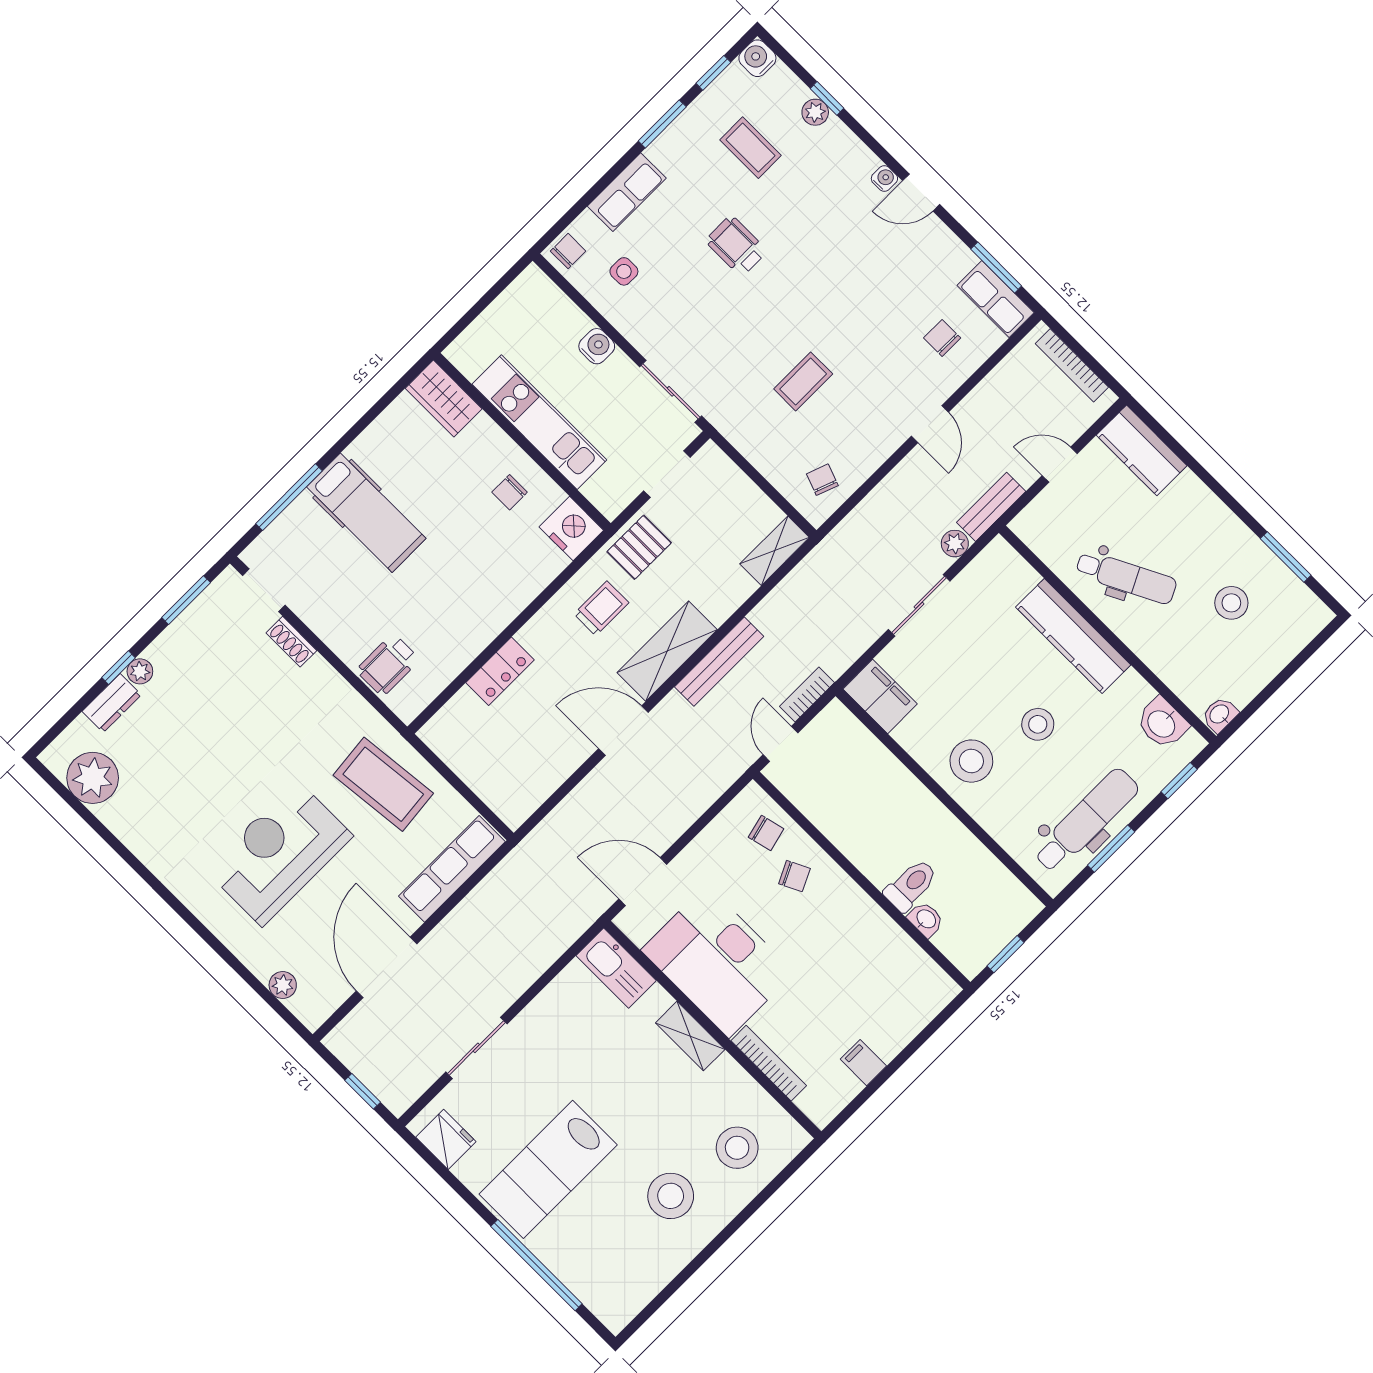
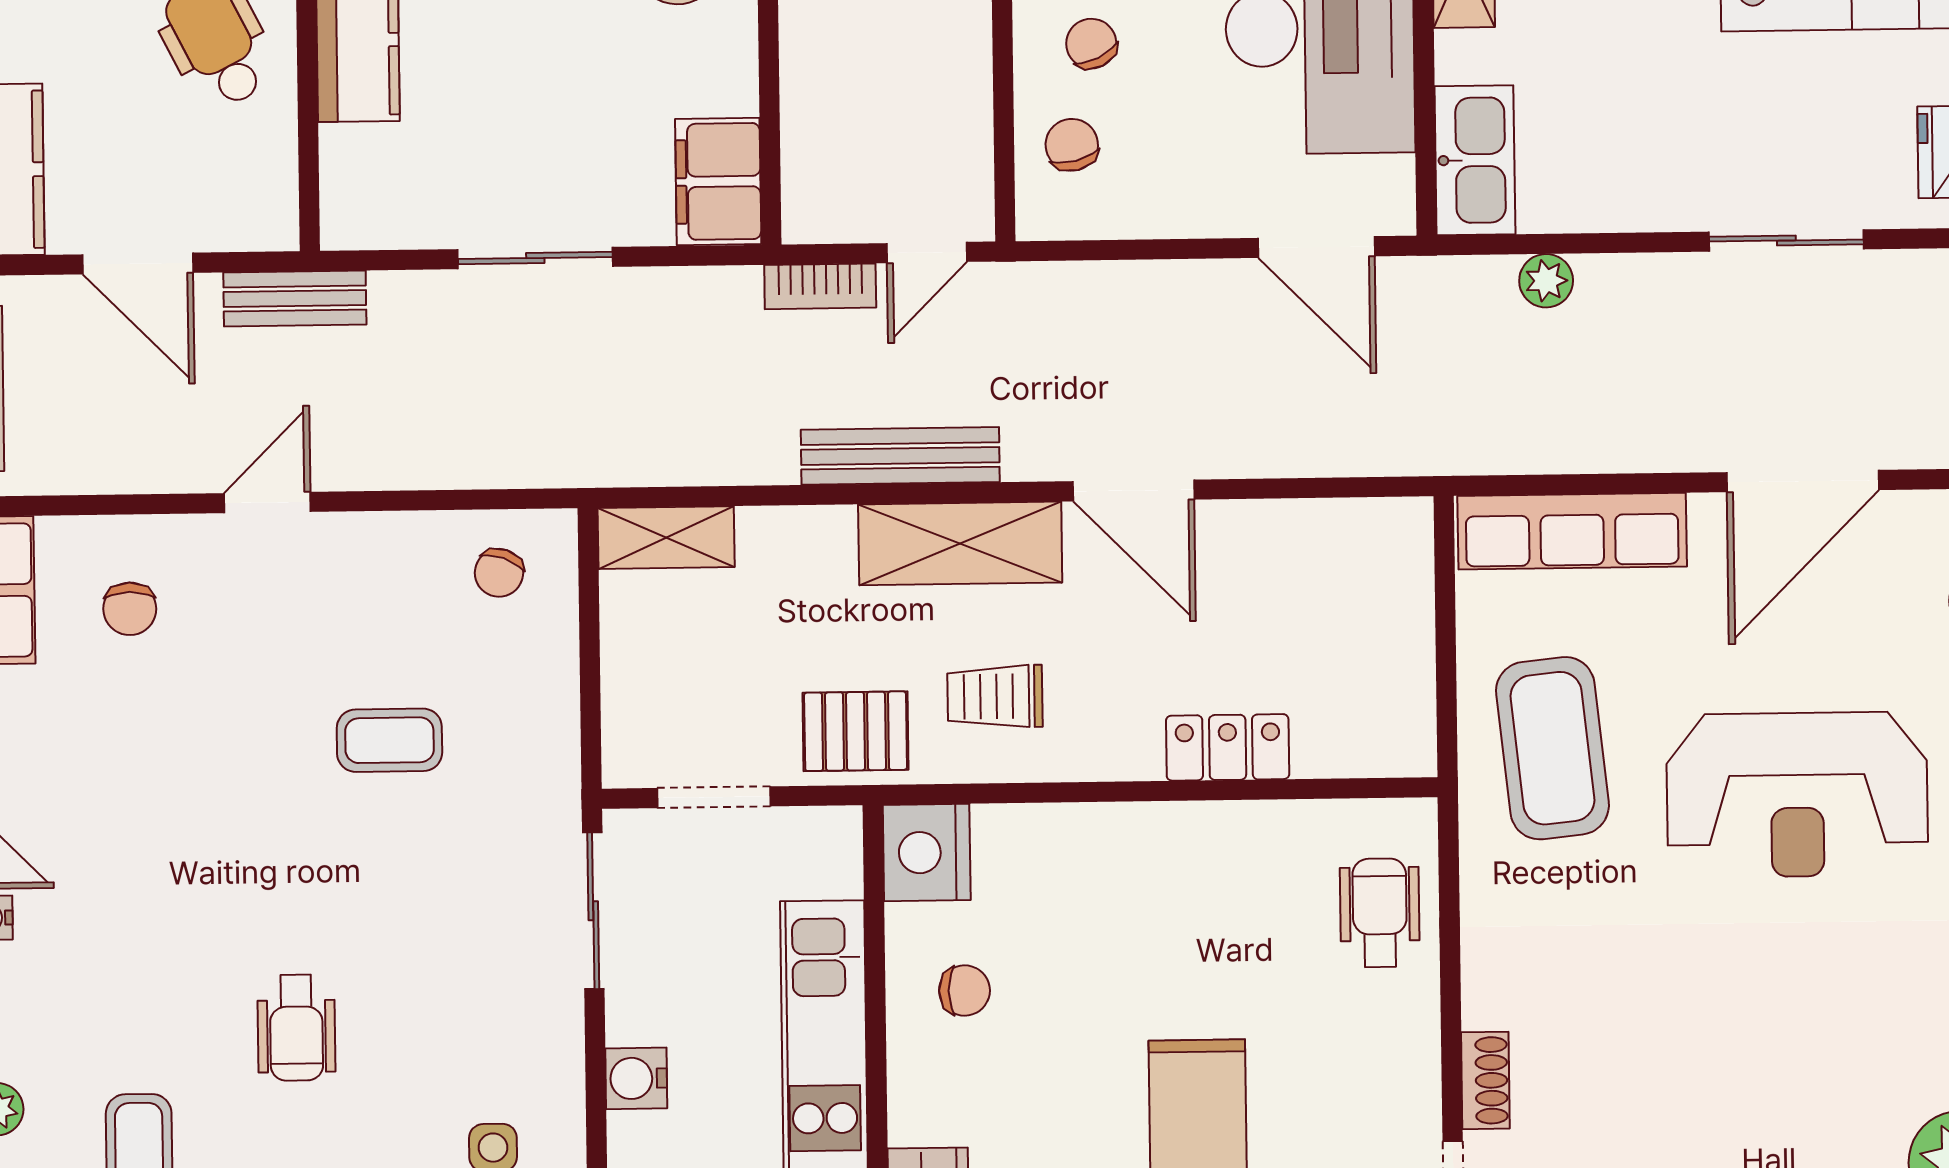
door: (1060, 465) -> (138, 264), width x1.38
plant: (955, 544) -> (1546, 281), moved
wheelchair: (388, 665) -> (1380, 913), turned -90

